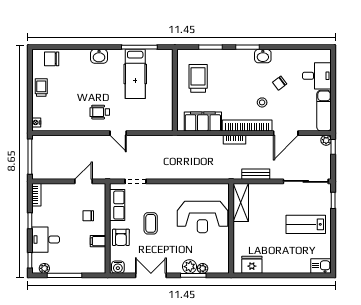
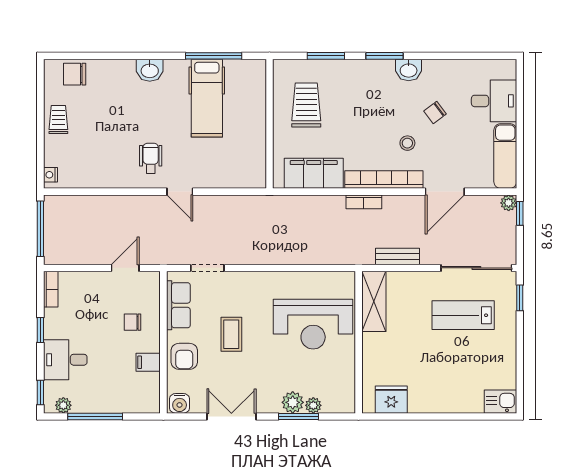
wheelchair: (100, 112) -> (151, 158), turned 90
lab bench: (306, 224) -> (463, 315), moved

